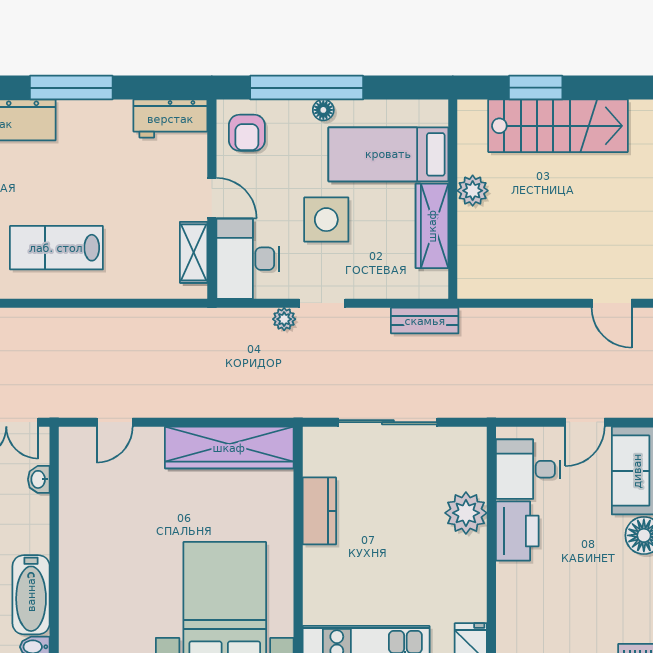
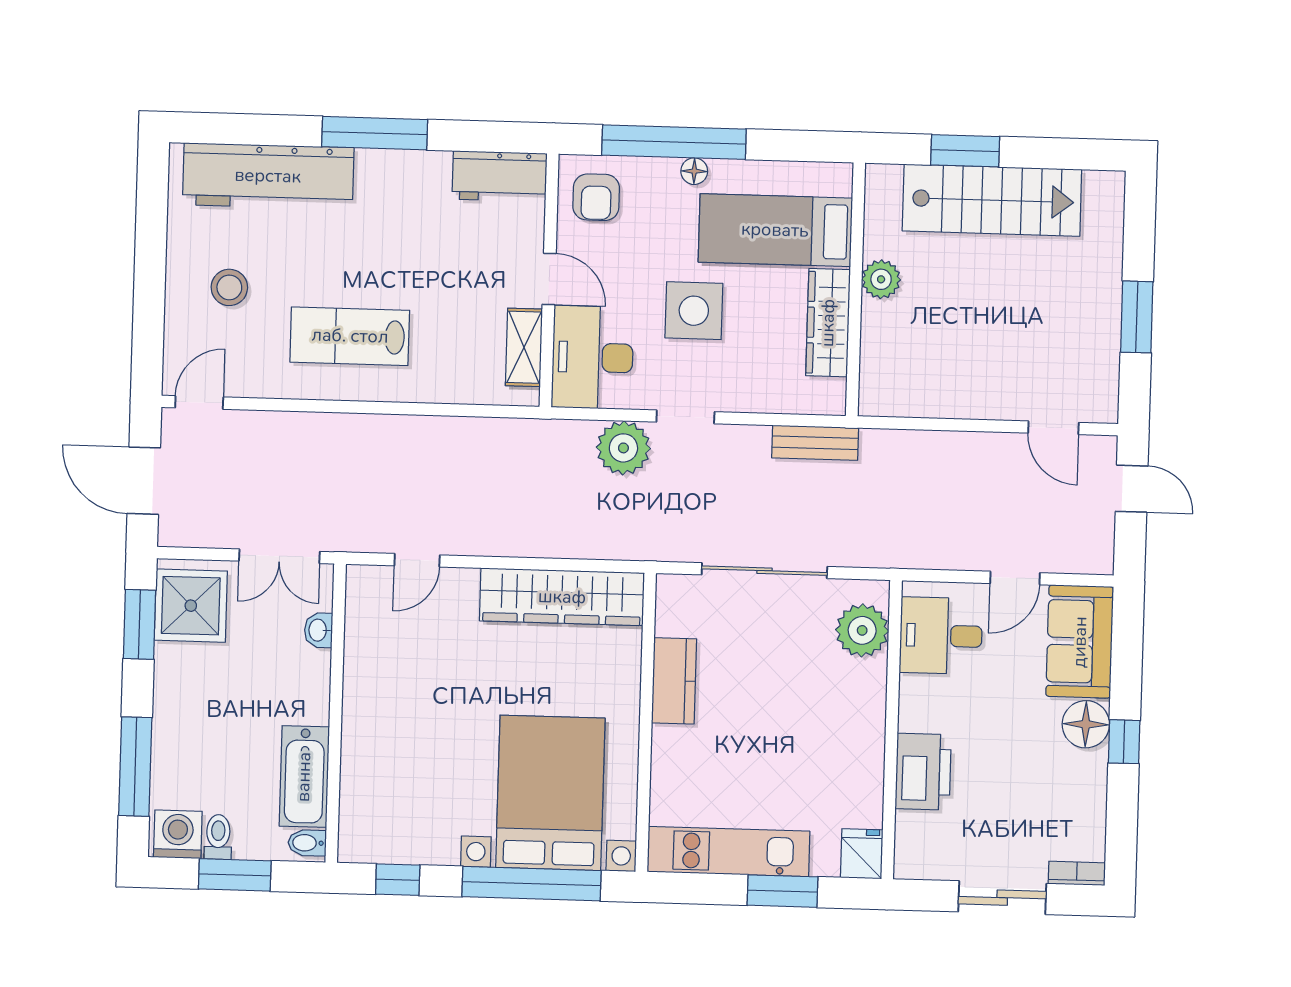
plant: (284, 319) -> (623, 448), width x1.87, depth x1.87
plant: (466, 513) -> (862, 630), moved
printer: (517, 531) -> (923, 772), moved

